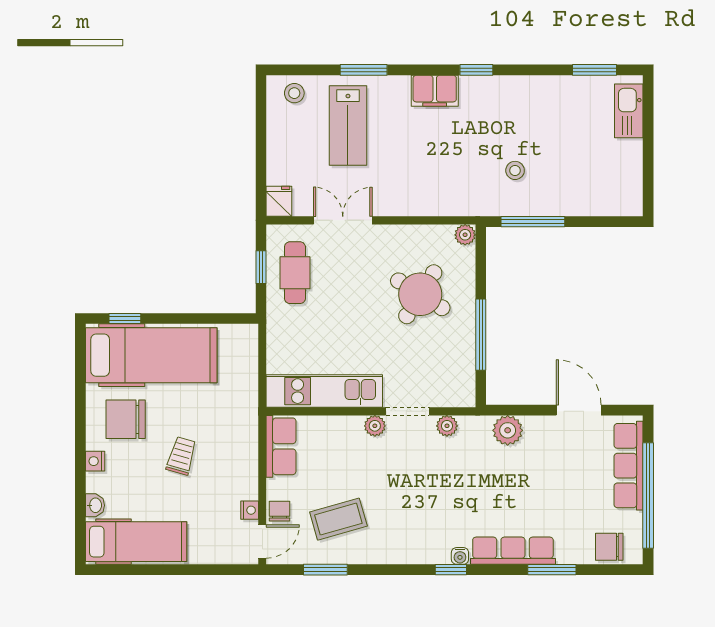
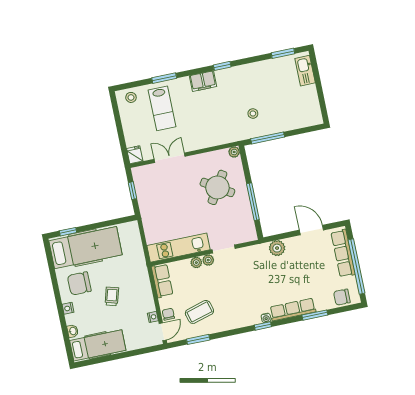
cafe table: (295, 273) -> (151, 190), removed
plant: (447, 426) -> (196, 263), moved

